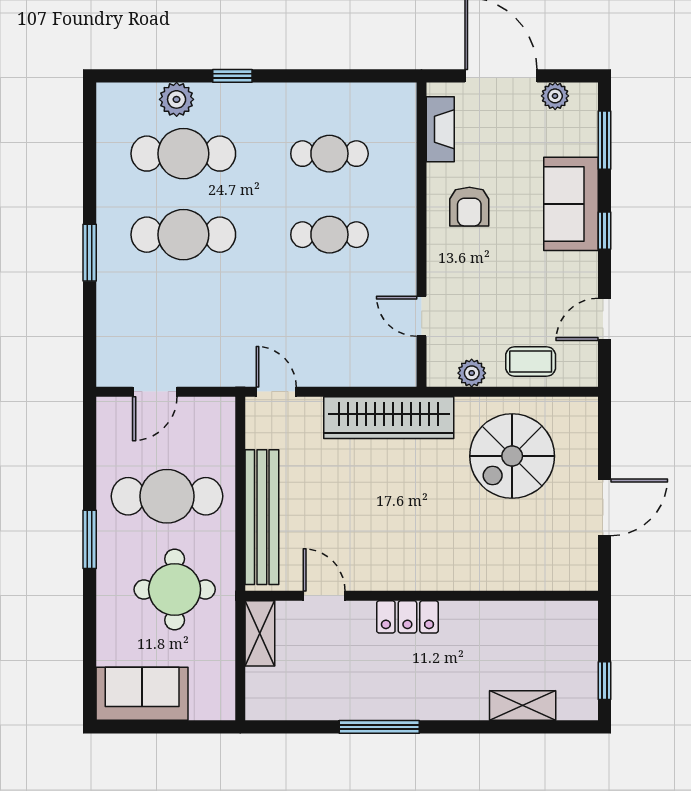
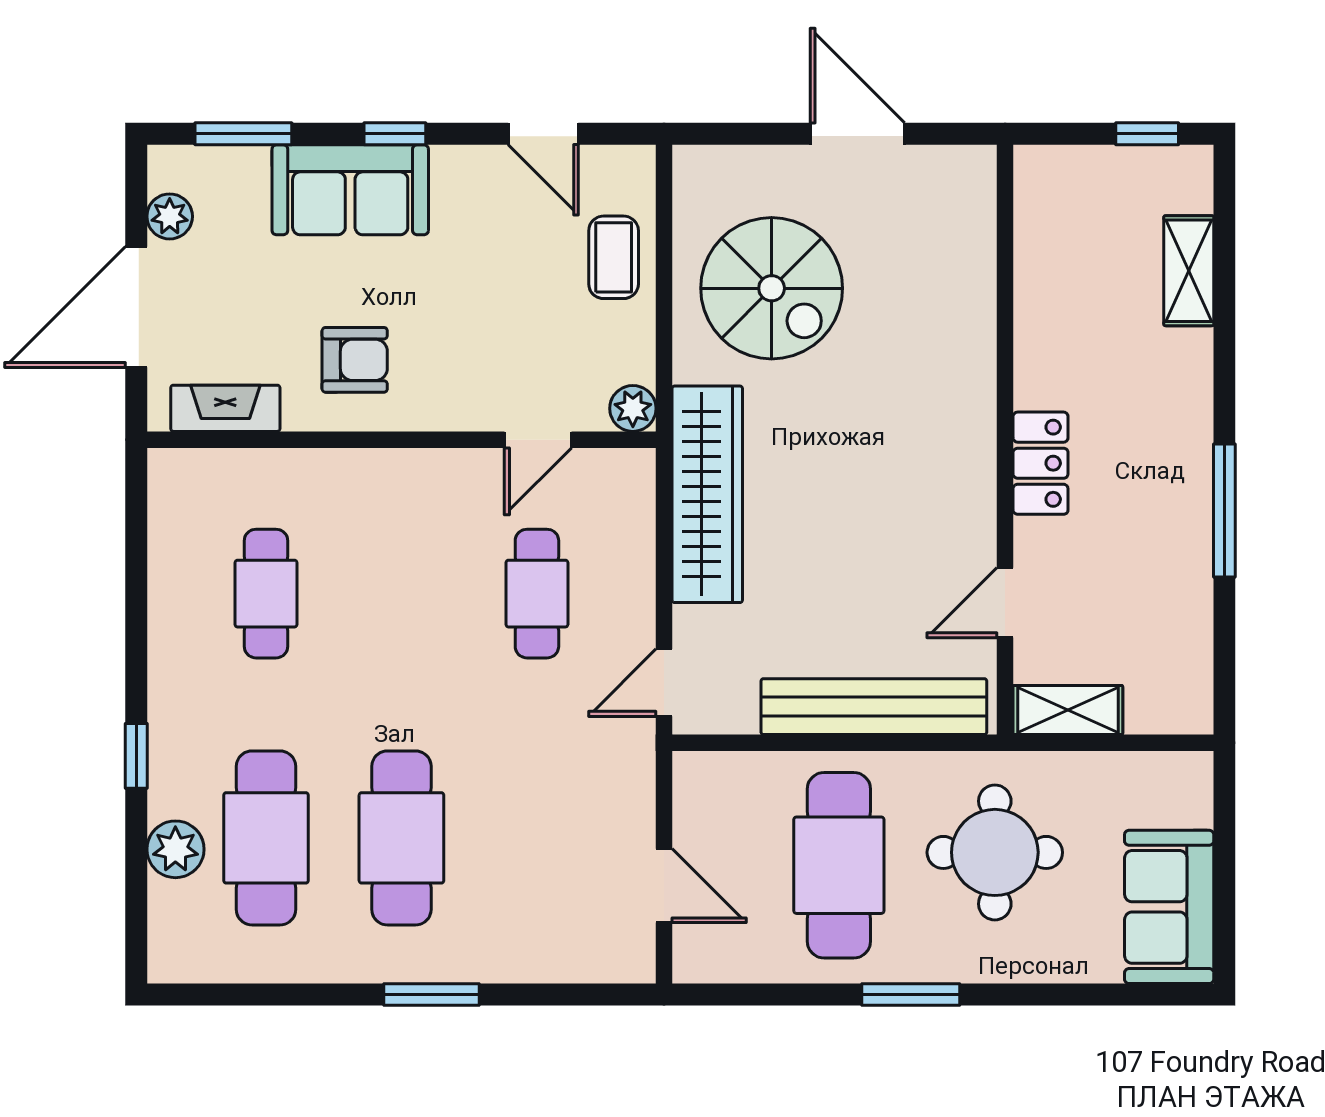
cafe table: (329, 235) -> (537, 594), moved
plant: (472, 373) -> (633, 408), moved

